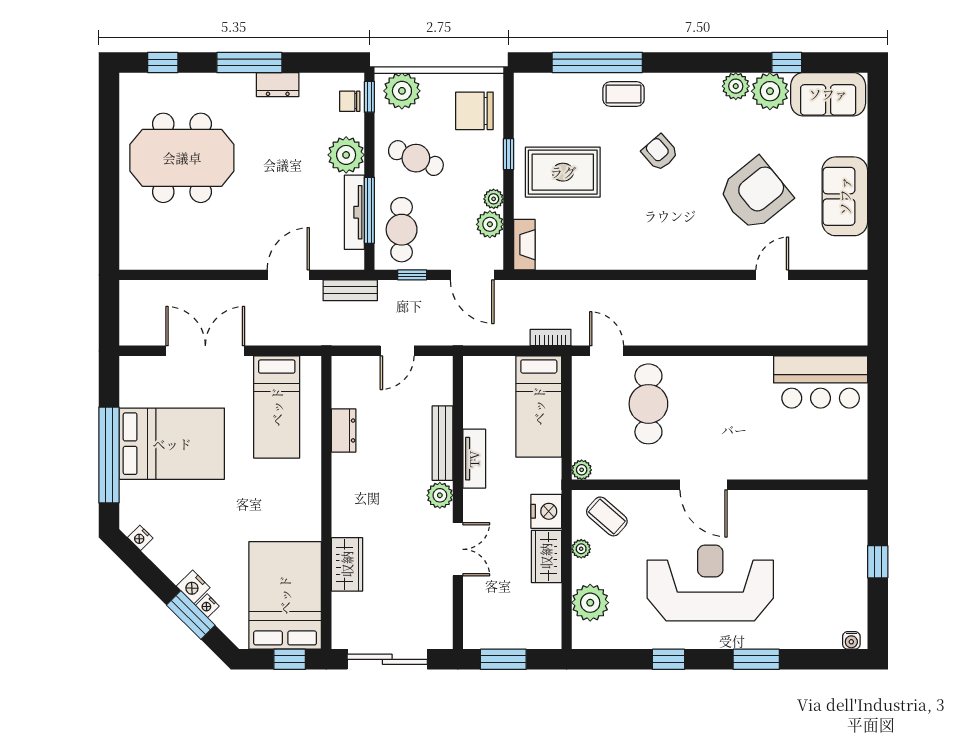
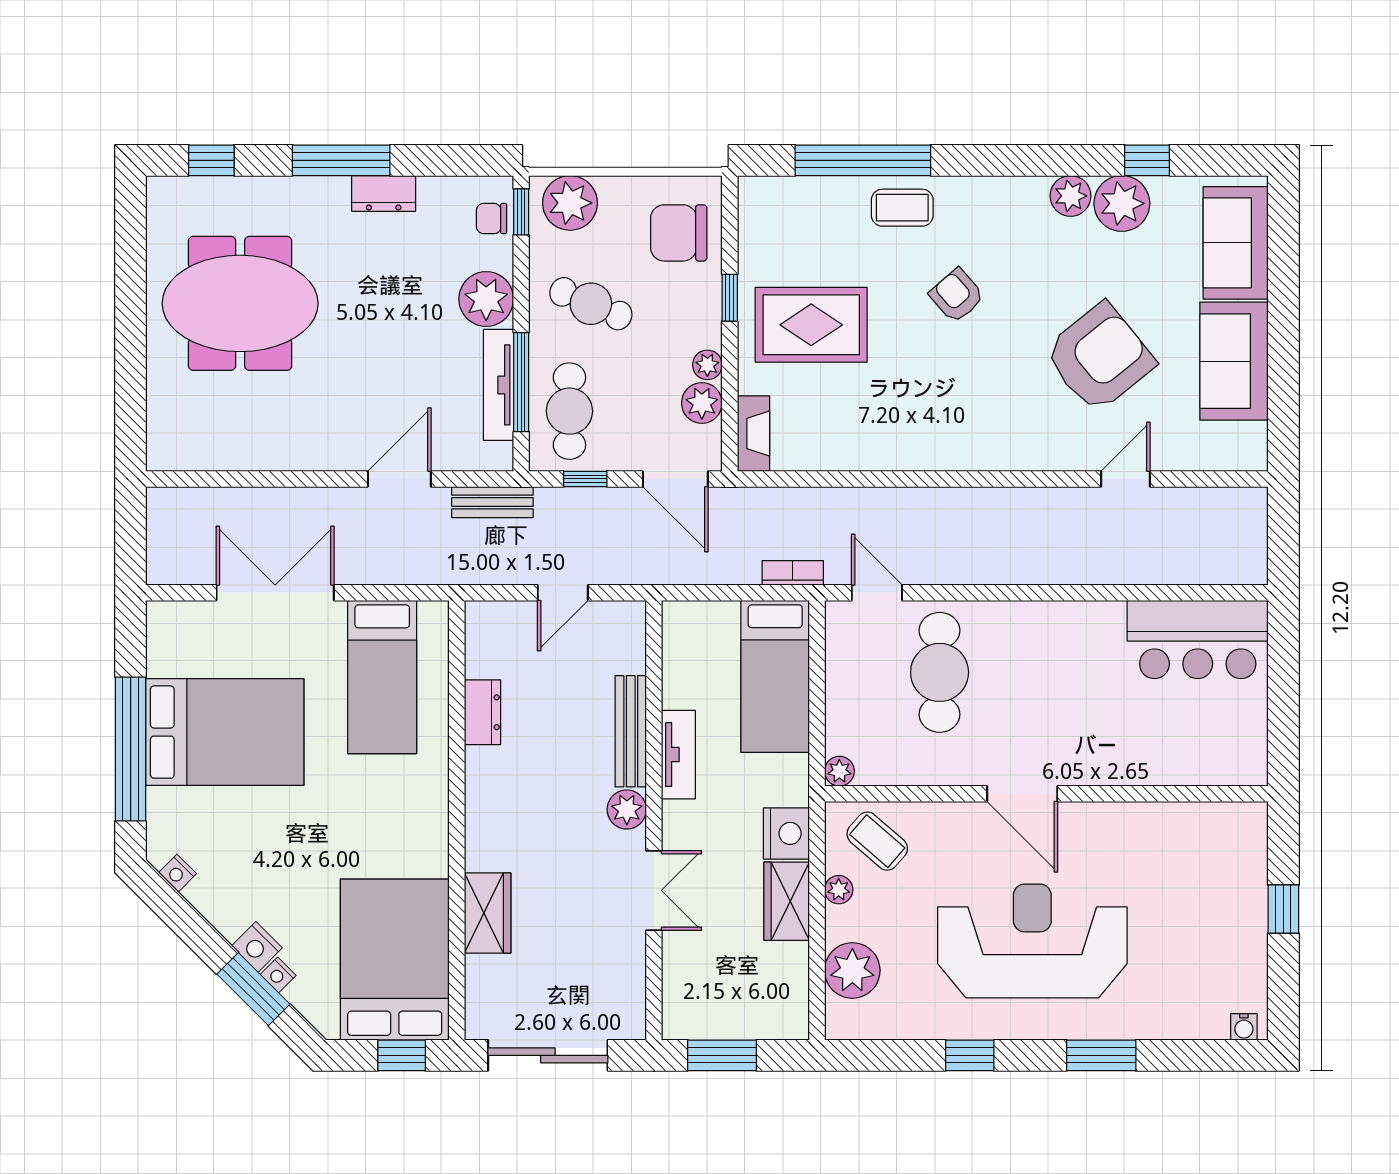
sofa: (828, 94) -> (1236, 243), moved, turned 90

